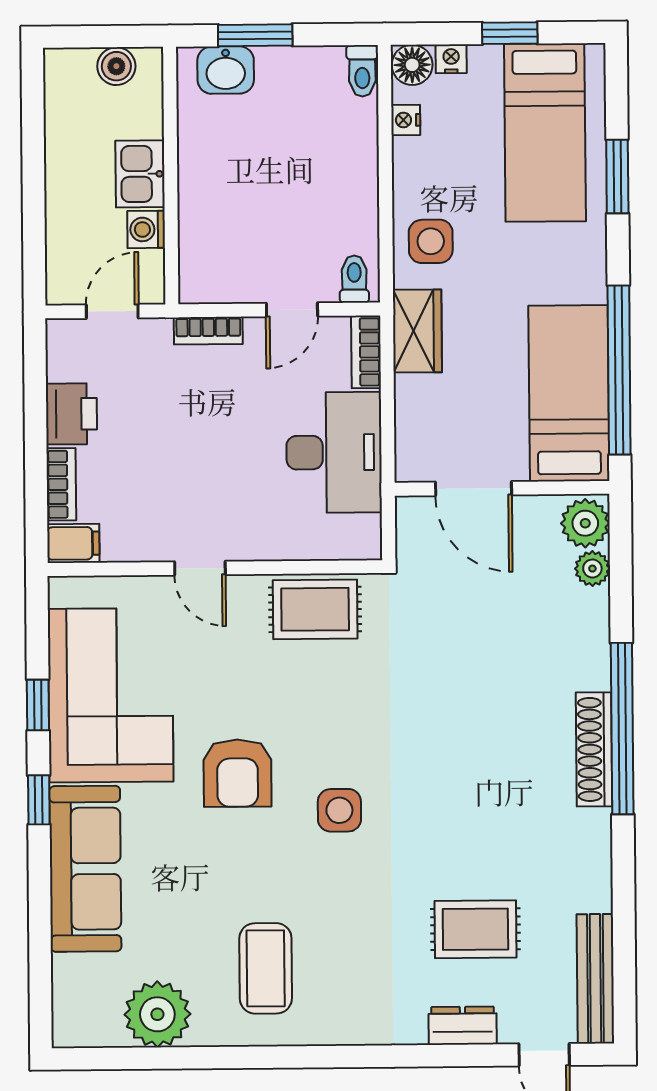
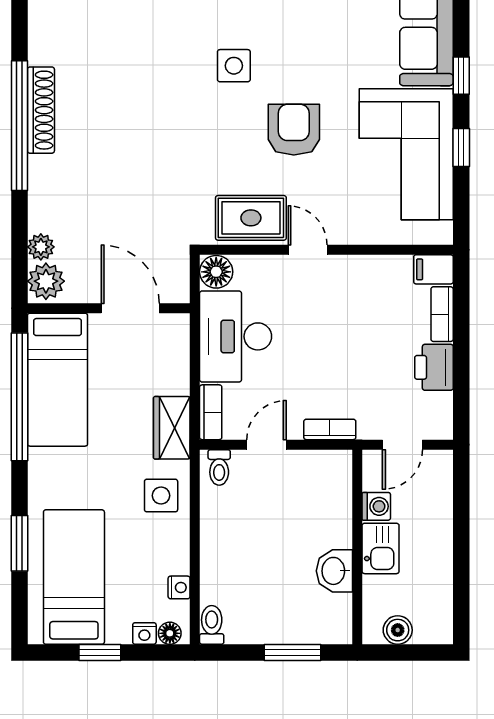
floor lamp: (412, 65) -> (170, 633), width x0.73, depth x0.73
washbasin: (226, 70) -> (334, 571), moved, turned -90
floor lamp: (360, 538) -> (216, 272), added
door: (200, 568) -> (308, 250), moved
armchair: (238, 773) -> (294, 130), moved

